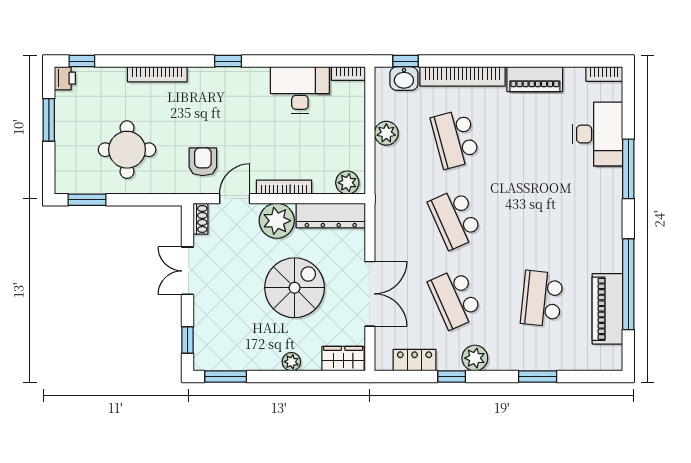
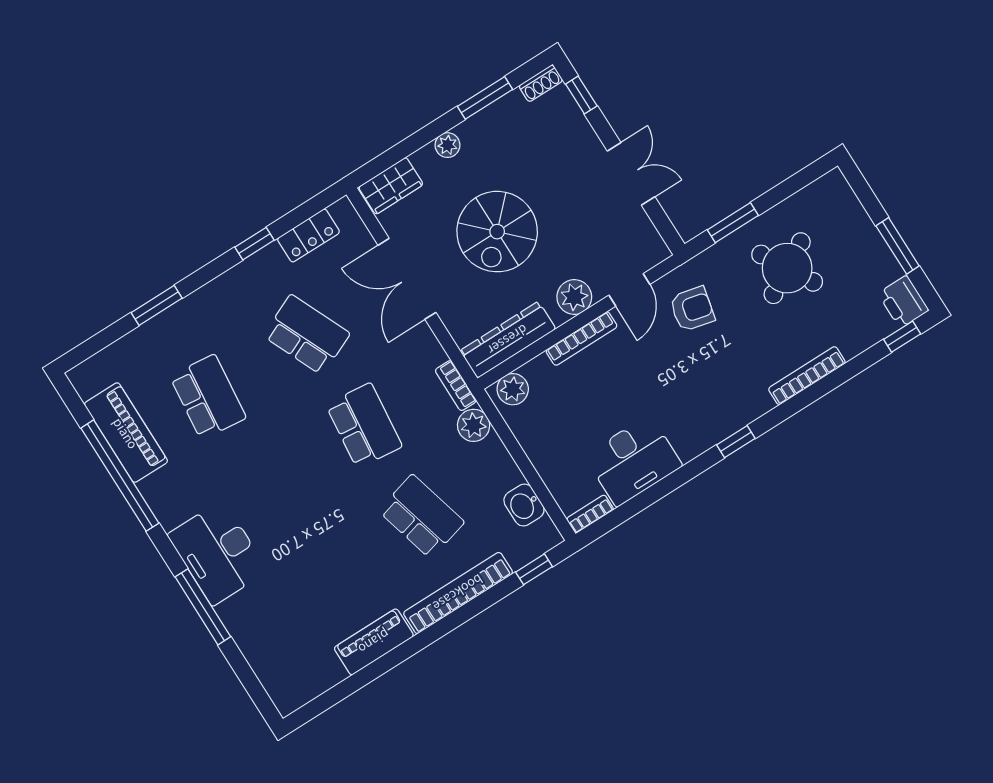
bookcase: (604, 74) -> (456, 386), moved, turned -90
printer: (65, 78) -> (903, 302), width x1.36, depth x1.24
washbasin: (404, 79) -> (524, 505), moved, turned -90
plant: (386, 133) -> (474, 425), moved
desk: (598, 134) -> (218, 553), moved
round table: (127, 150) -> (787, 268), turned -30
armchair: (203, 162) -> (692, 309), turned -77
window: (87, 200) -> (733, 223), moved
shoe rack: (200, 219) -> (541, 83), moved, turned -90
school desk: (455, 219) -> (364, 426), turned 30
plant: (277, 221) -> (574, 297), width x0.73, depth x0.73
plant: (475, 358) -> (241, 281), removed
window: (226, 377) -> (485, 98), moved

